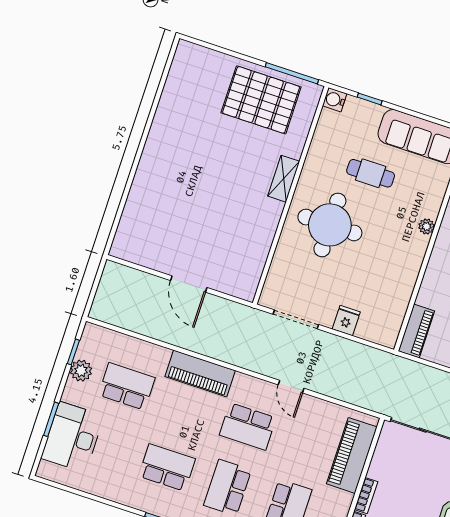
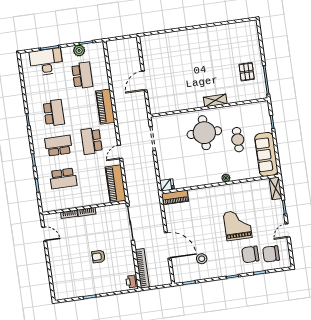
pallet: (261, 100) -> (247, 72), width x0.49, depth x0.50
water cooler: (335, 100) -> (264, 106), removed
fridge: (346, 321) -> (167, 185), moved
piano: (352, 455) -> (116, 184), moved, turned -90

